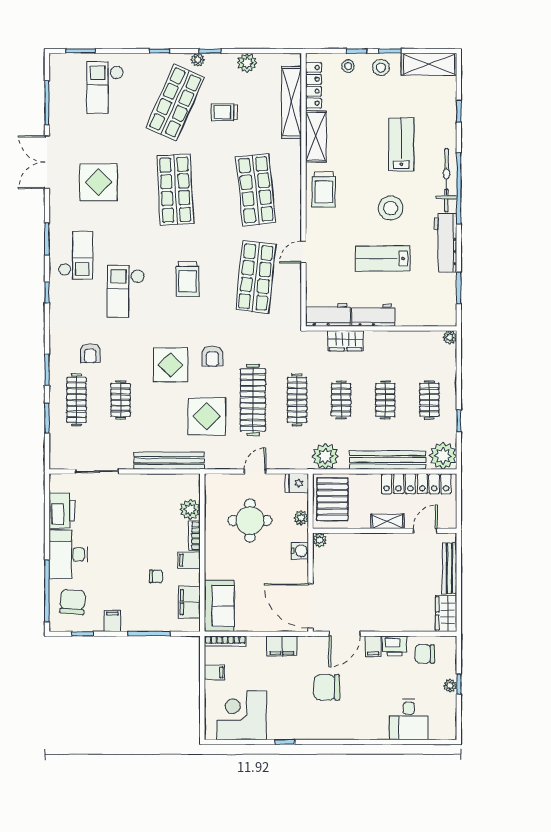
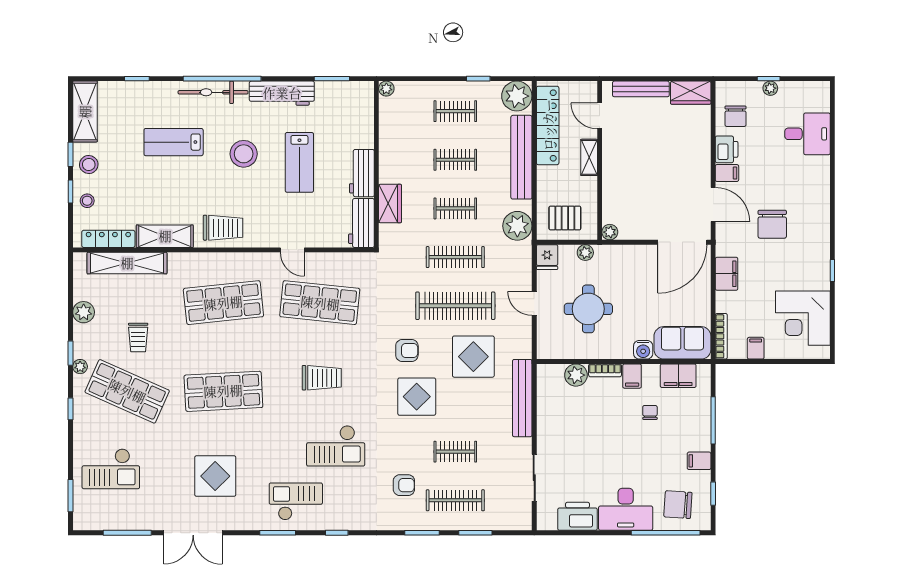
pallet: (332, 499) -> (565, 218), width x0.67, depth x0.71
water cooler: (300, 551) -> (643, 350), moved, turned 180

